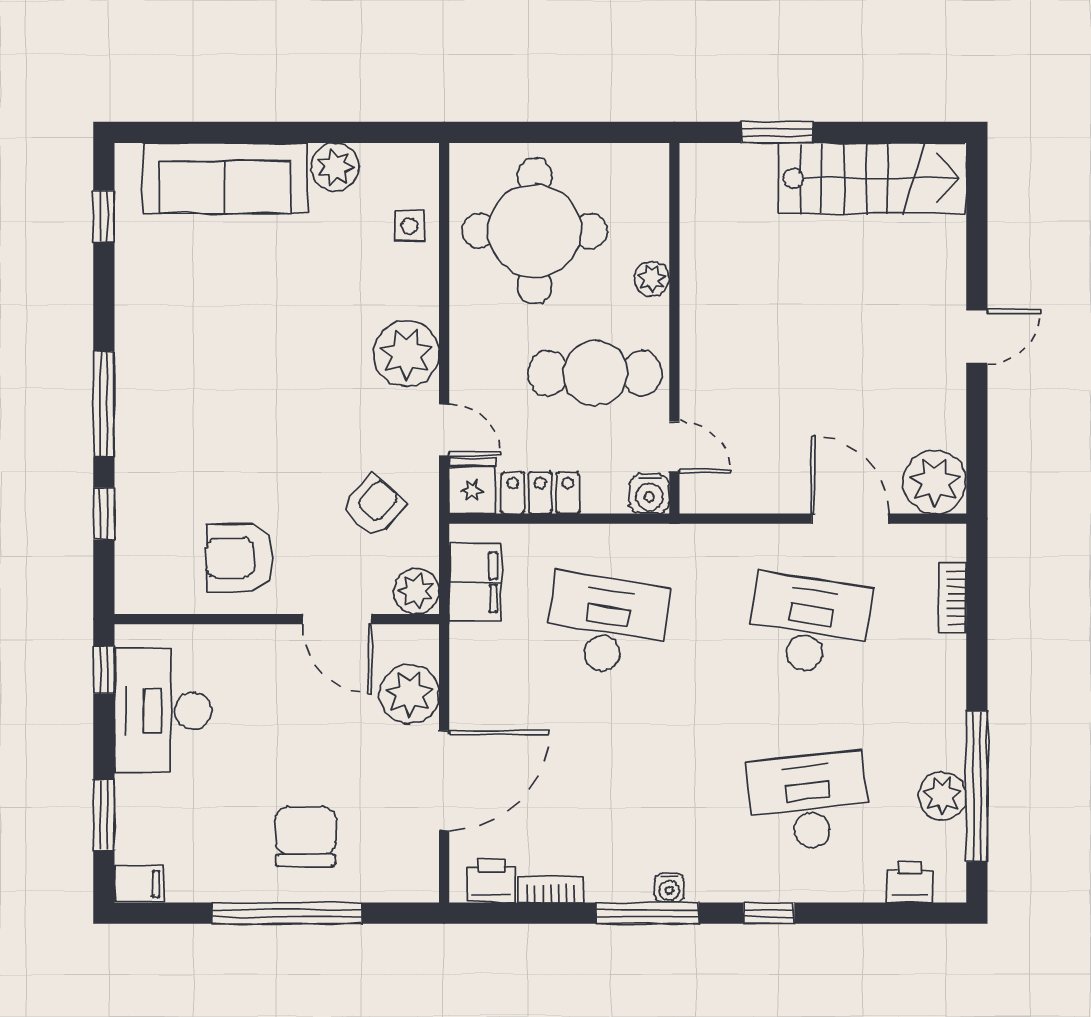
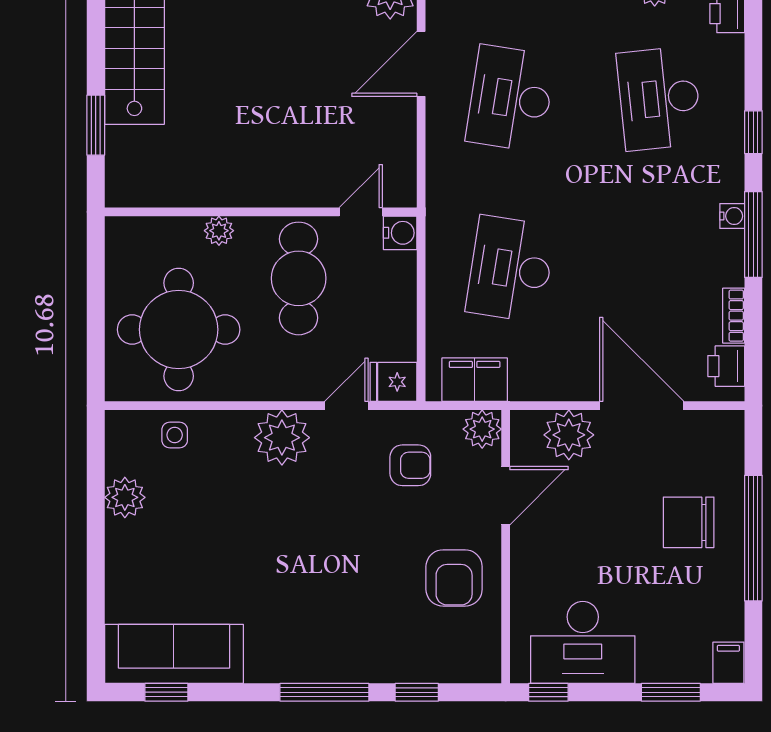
sofa: (225, 178) -> (174, 654), moved, turned -90
locker: (540, 493) -> (399, 325), removed
armchair: (373, 506) -> (410, 465), turned 138

